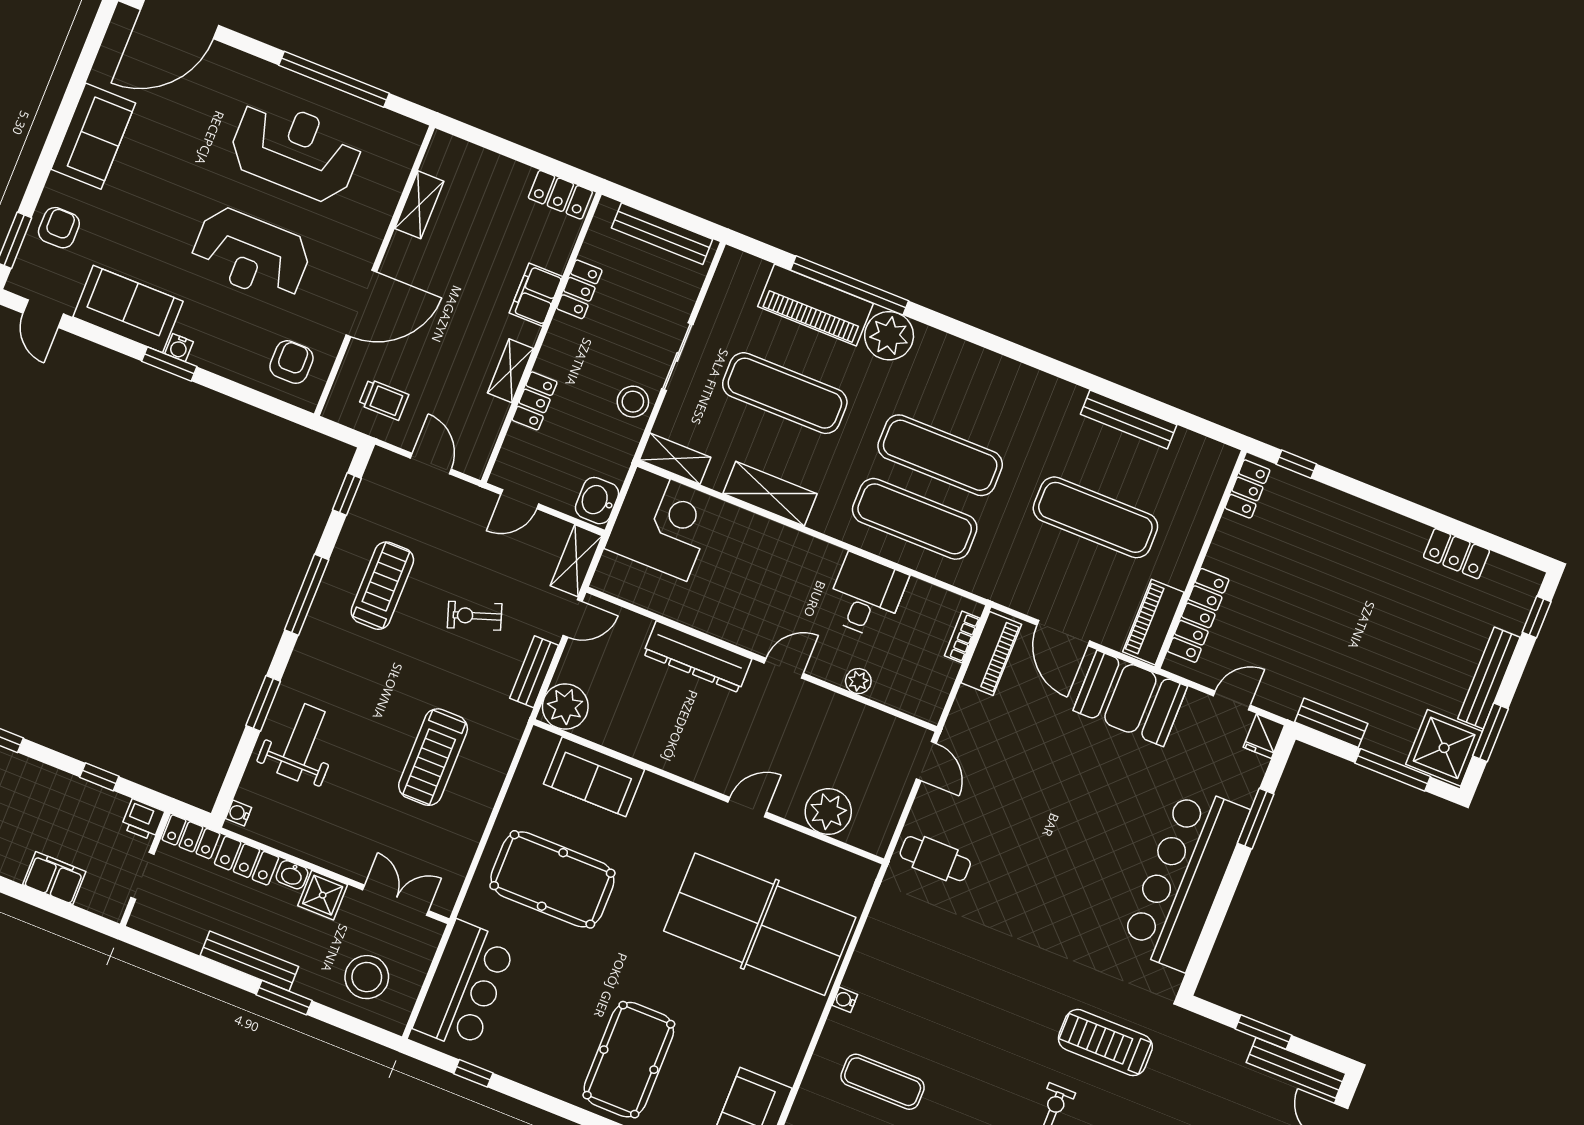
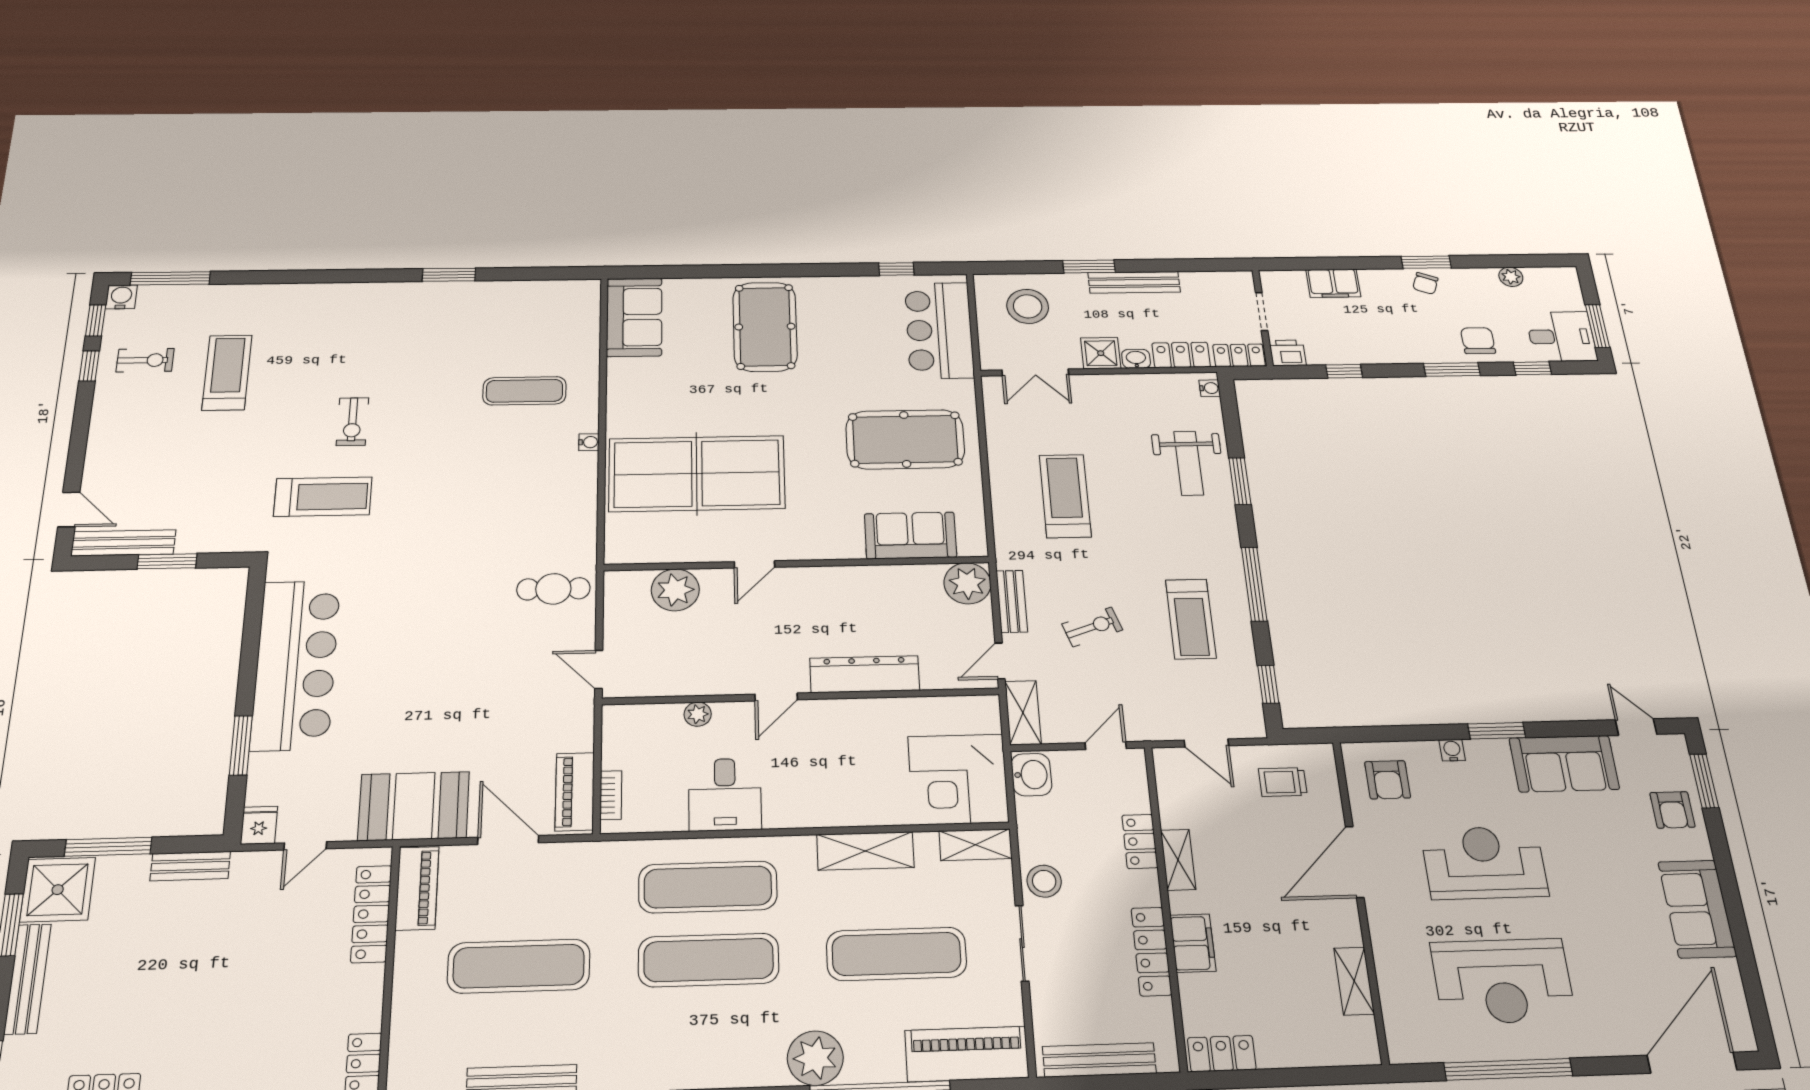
locker: (579, 289) -> (1151, 951), width x1.53
piano: (815, 305) -> (967, 1054), moved
water cooler: (179, 348) -> (1452, 750), moved

